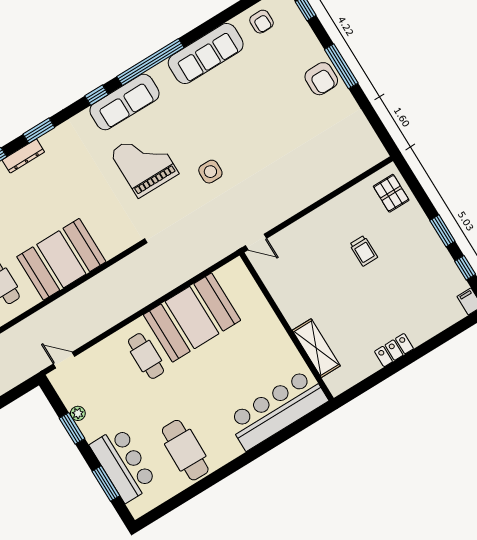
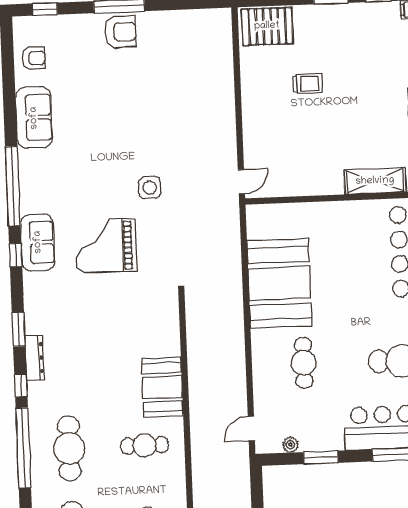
sofa: (206, 53) -> (34, 118), width x0.73
sofa: (124, 102) -> (38, 242), width x0.73
pallet: (391, 193) -> (267, 26), width x1.50, depth x1.42
booth: (61, 259) -> (162, 387), width x0.73, depth x0.70
cafe table: (146, 356) -> (304, 363), moved, turned 90
plant: (78, 413) -> (290, 445), moved

